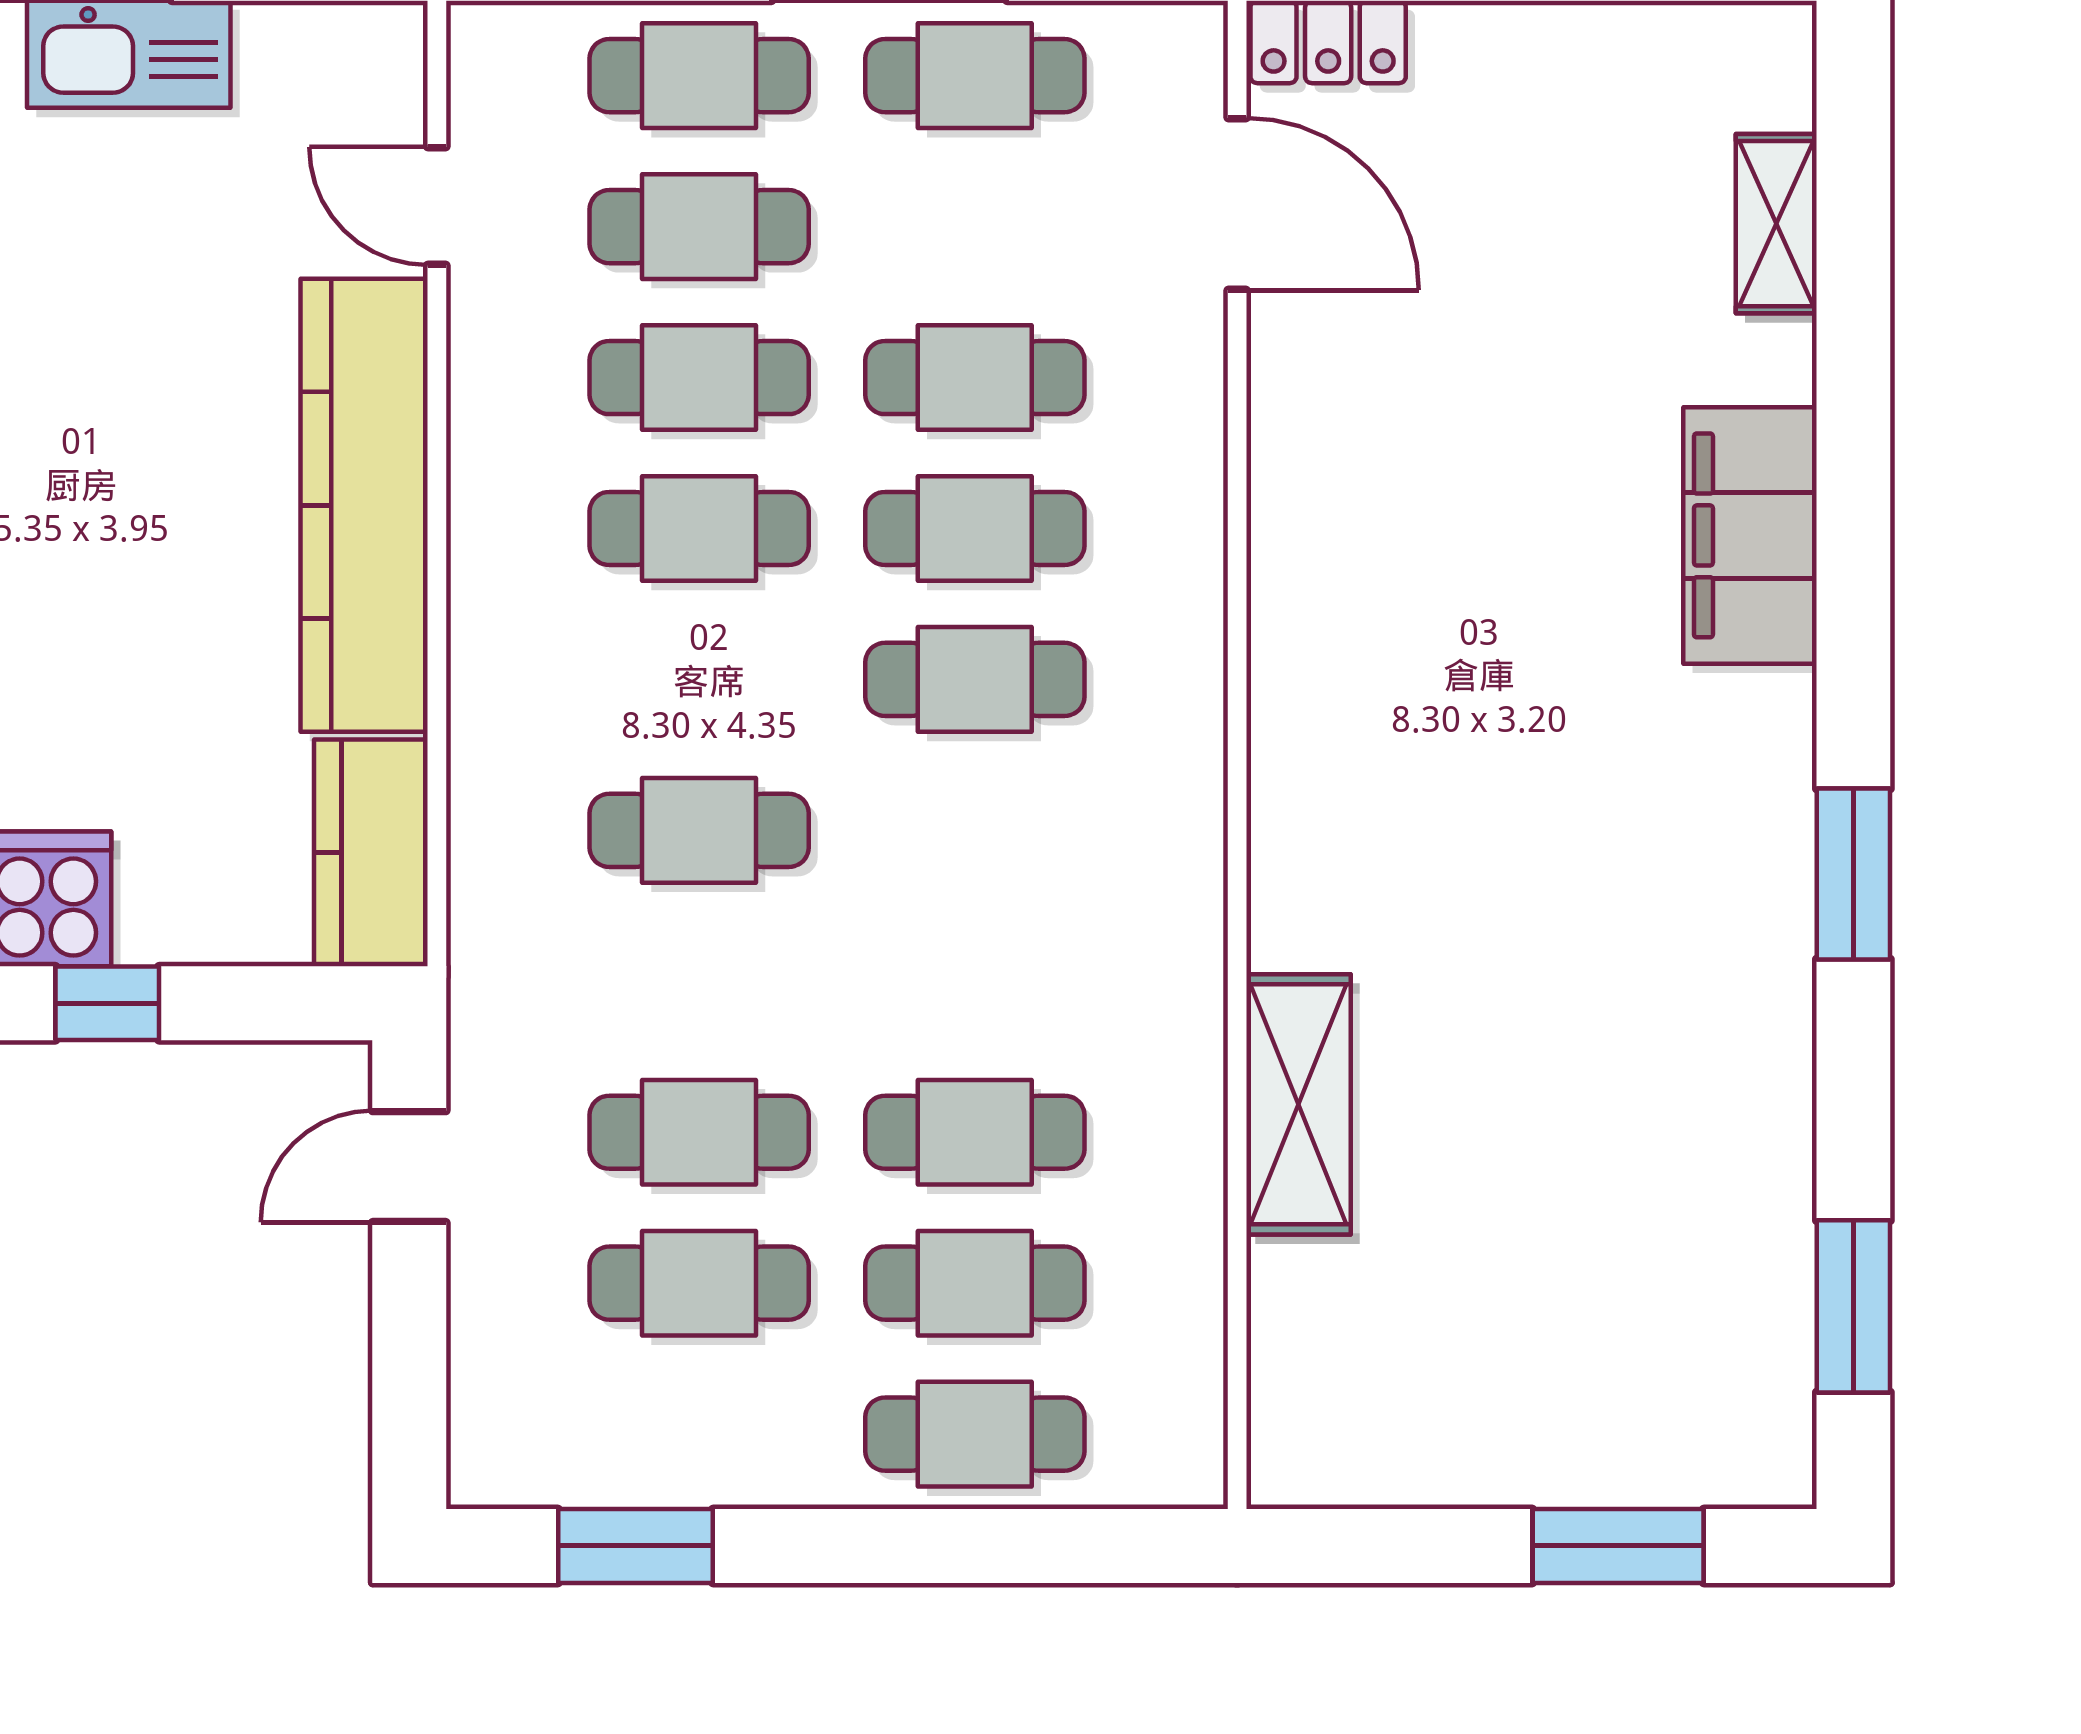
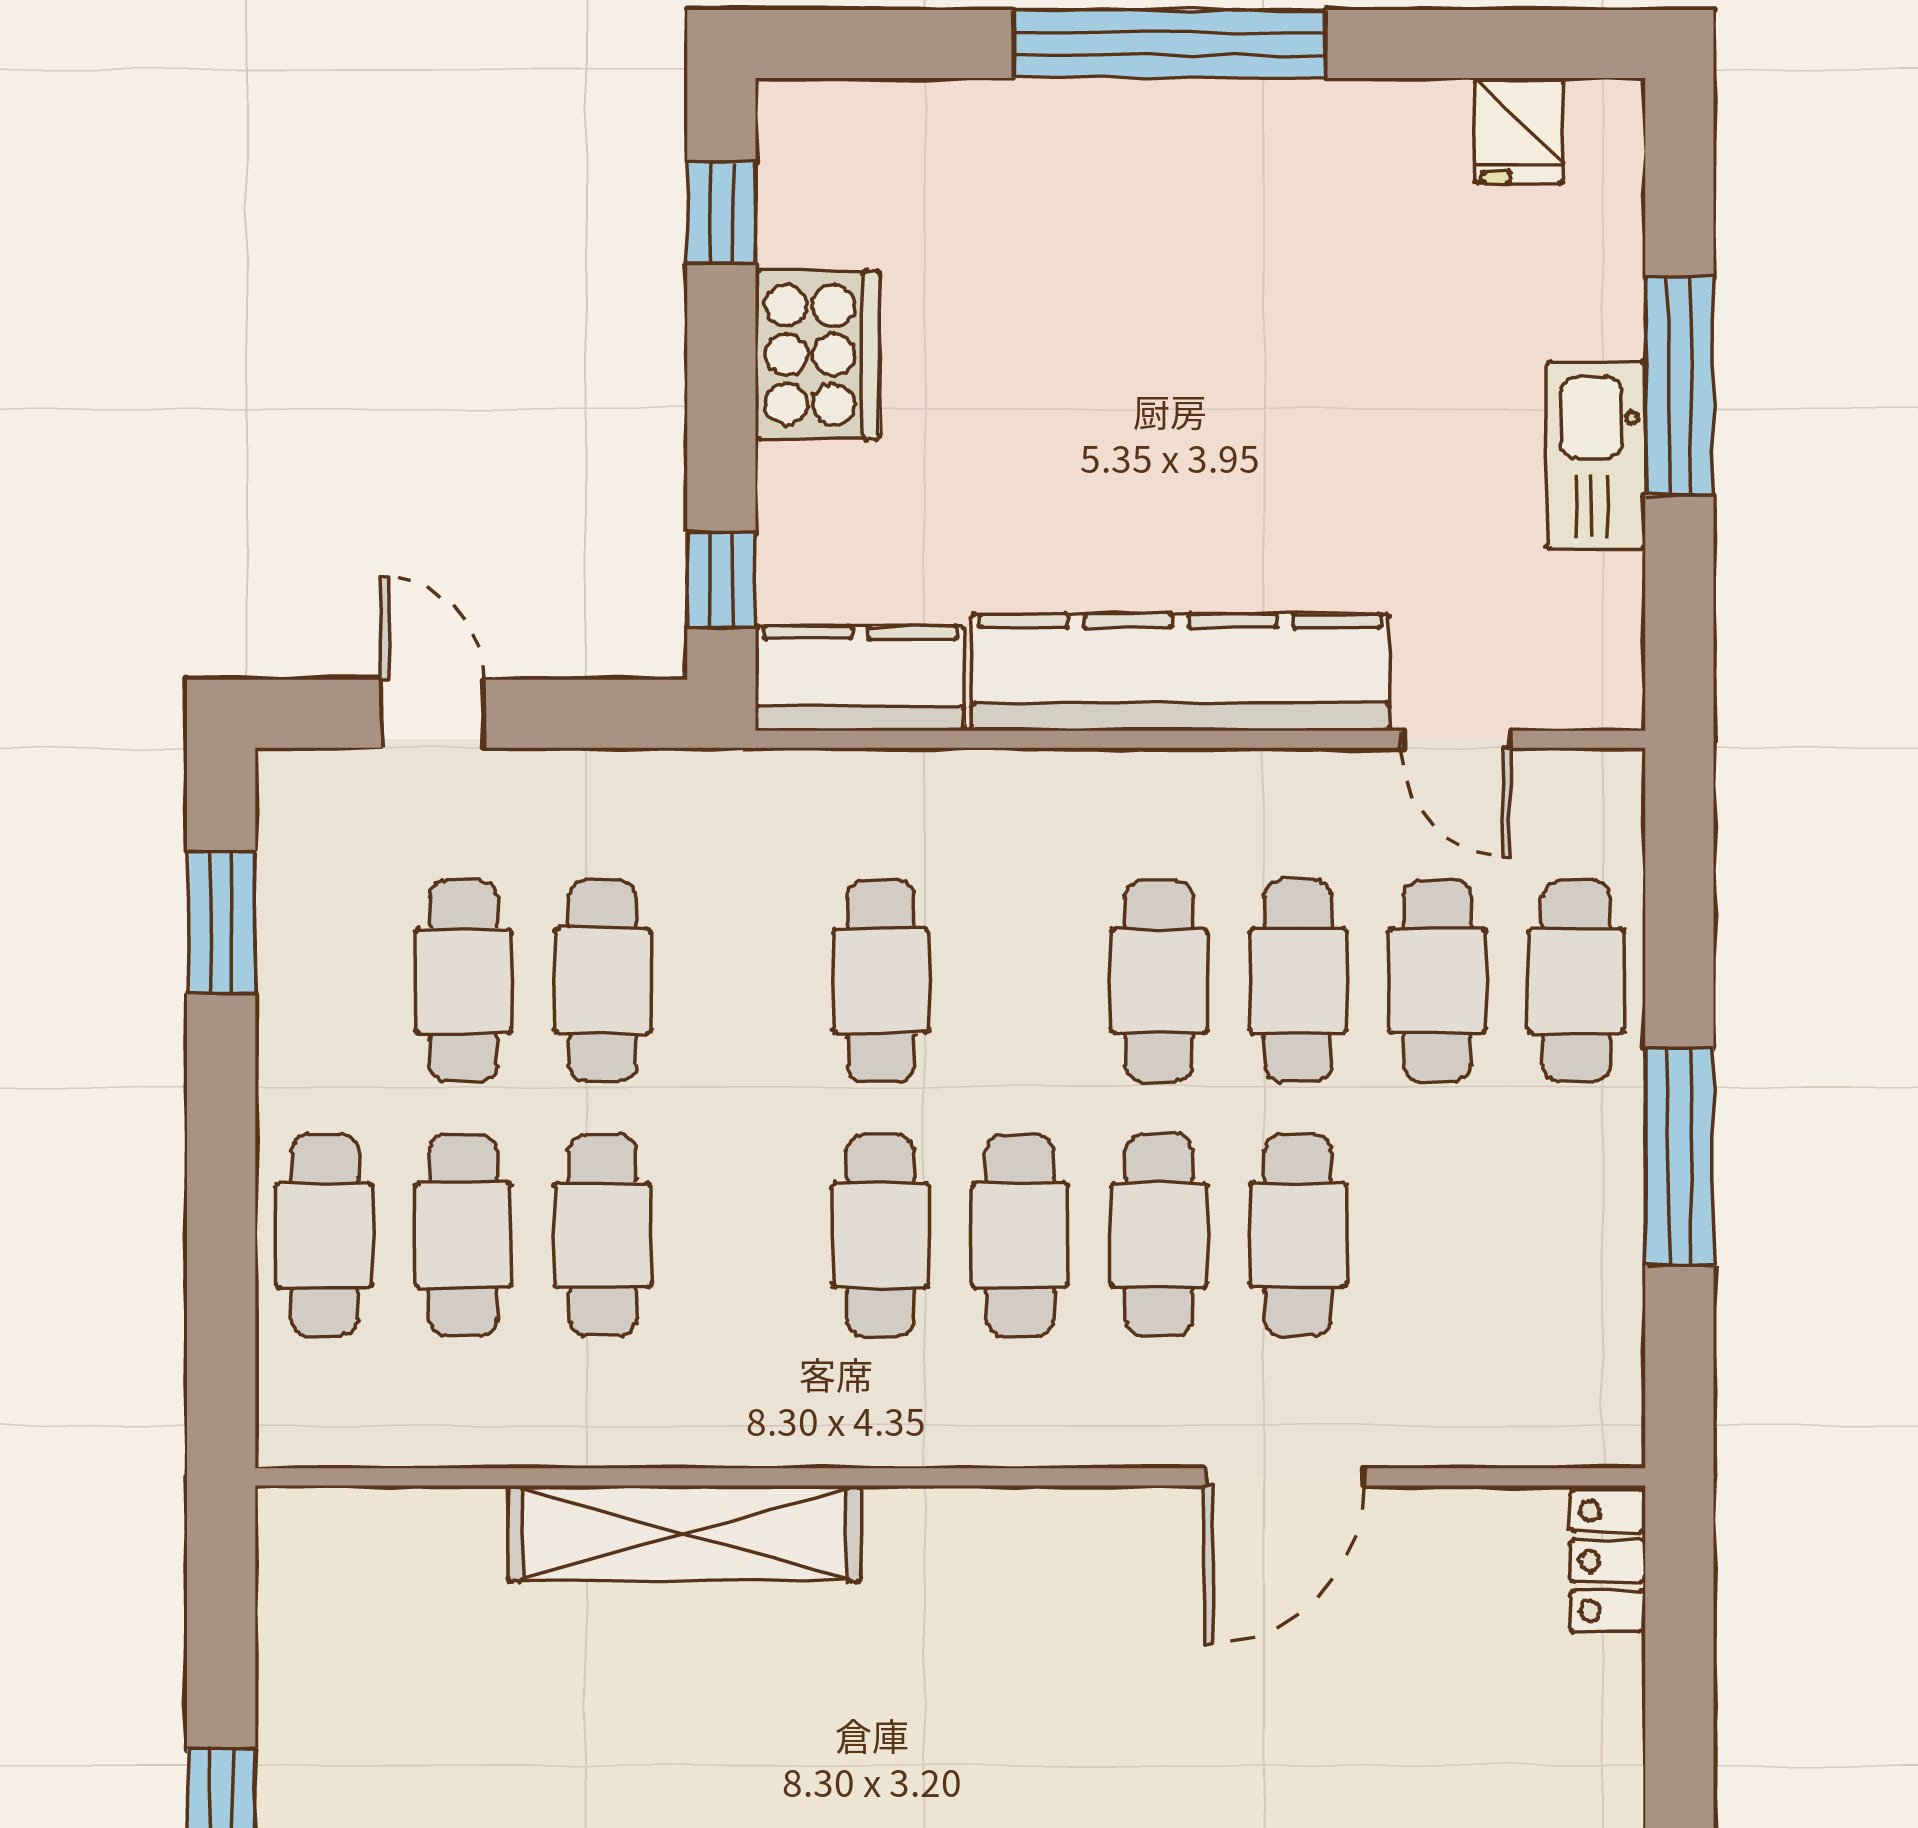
cafe table: (975, 76) -> (881, 1235), moved
door: (1237, 204) -> (1285, 1477), moved
door: (437, 206) -> (1456, 739), swing flipped
window: (107, 1003) -> (721, 580), moved
shelving: (1298, 1104) -> (684, 1533), width x1.47
door: (409, 1167) -> (433, 714), moved

